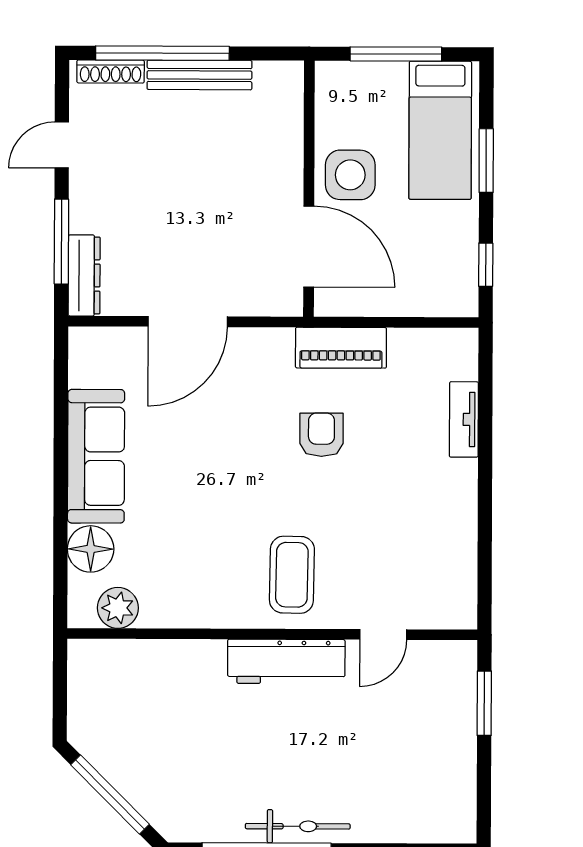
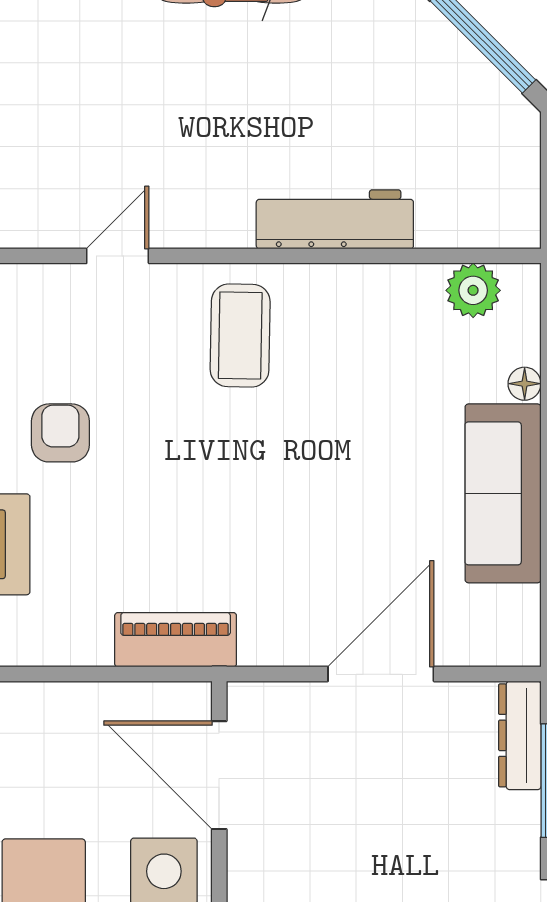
armchair: (321, 435) -> (60, 433), moved, turned 180
floor lamp: (91, 549) -> (525, 384), width x0.53, depth x0.53
workbench: (286, 661) -> (335, 219), moved

